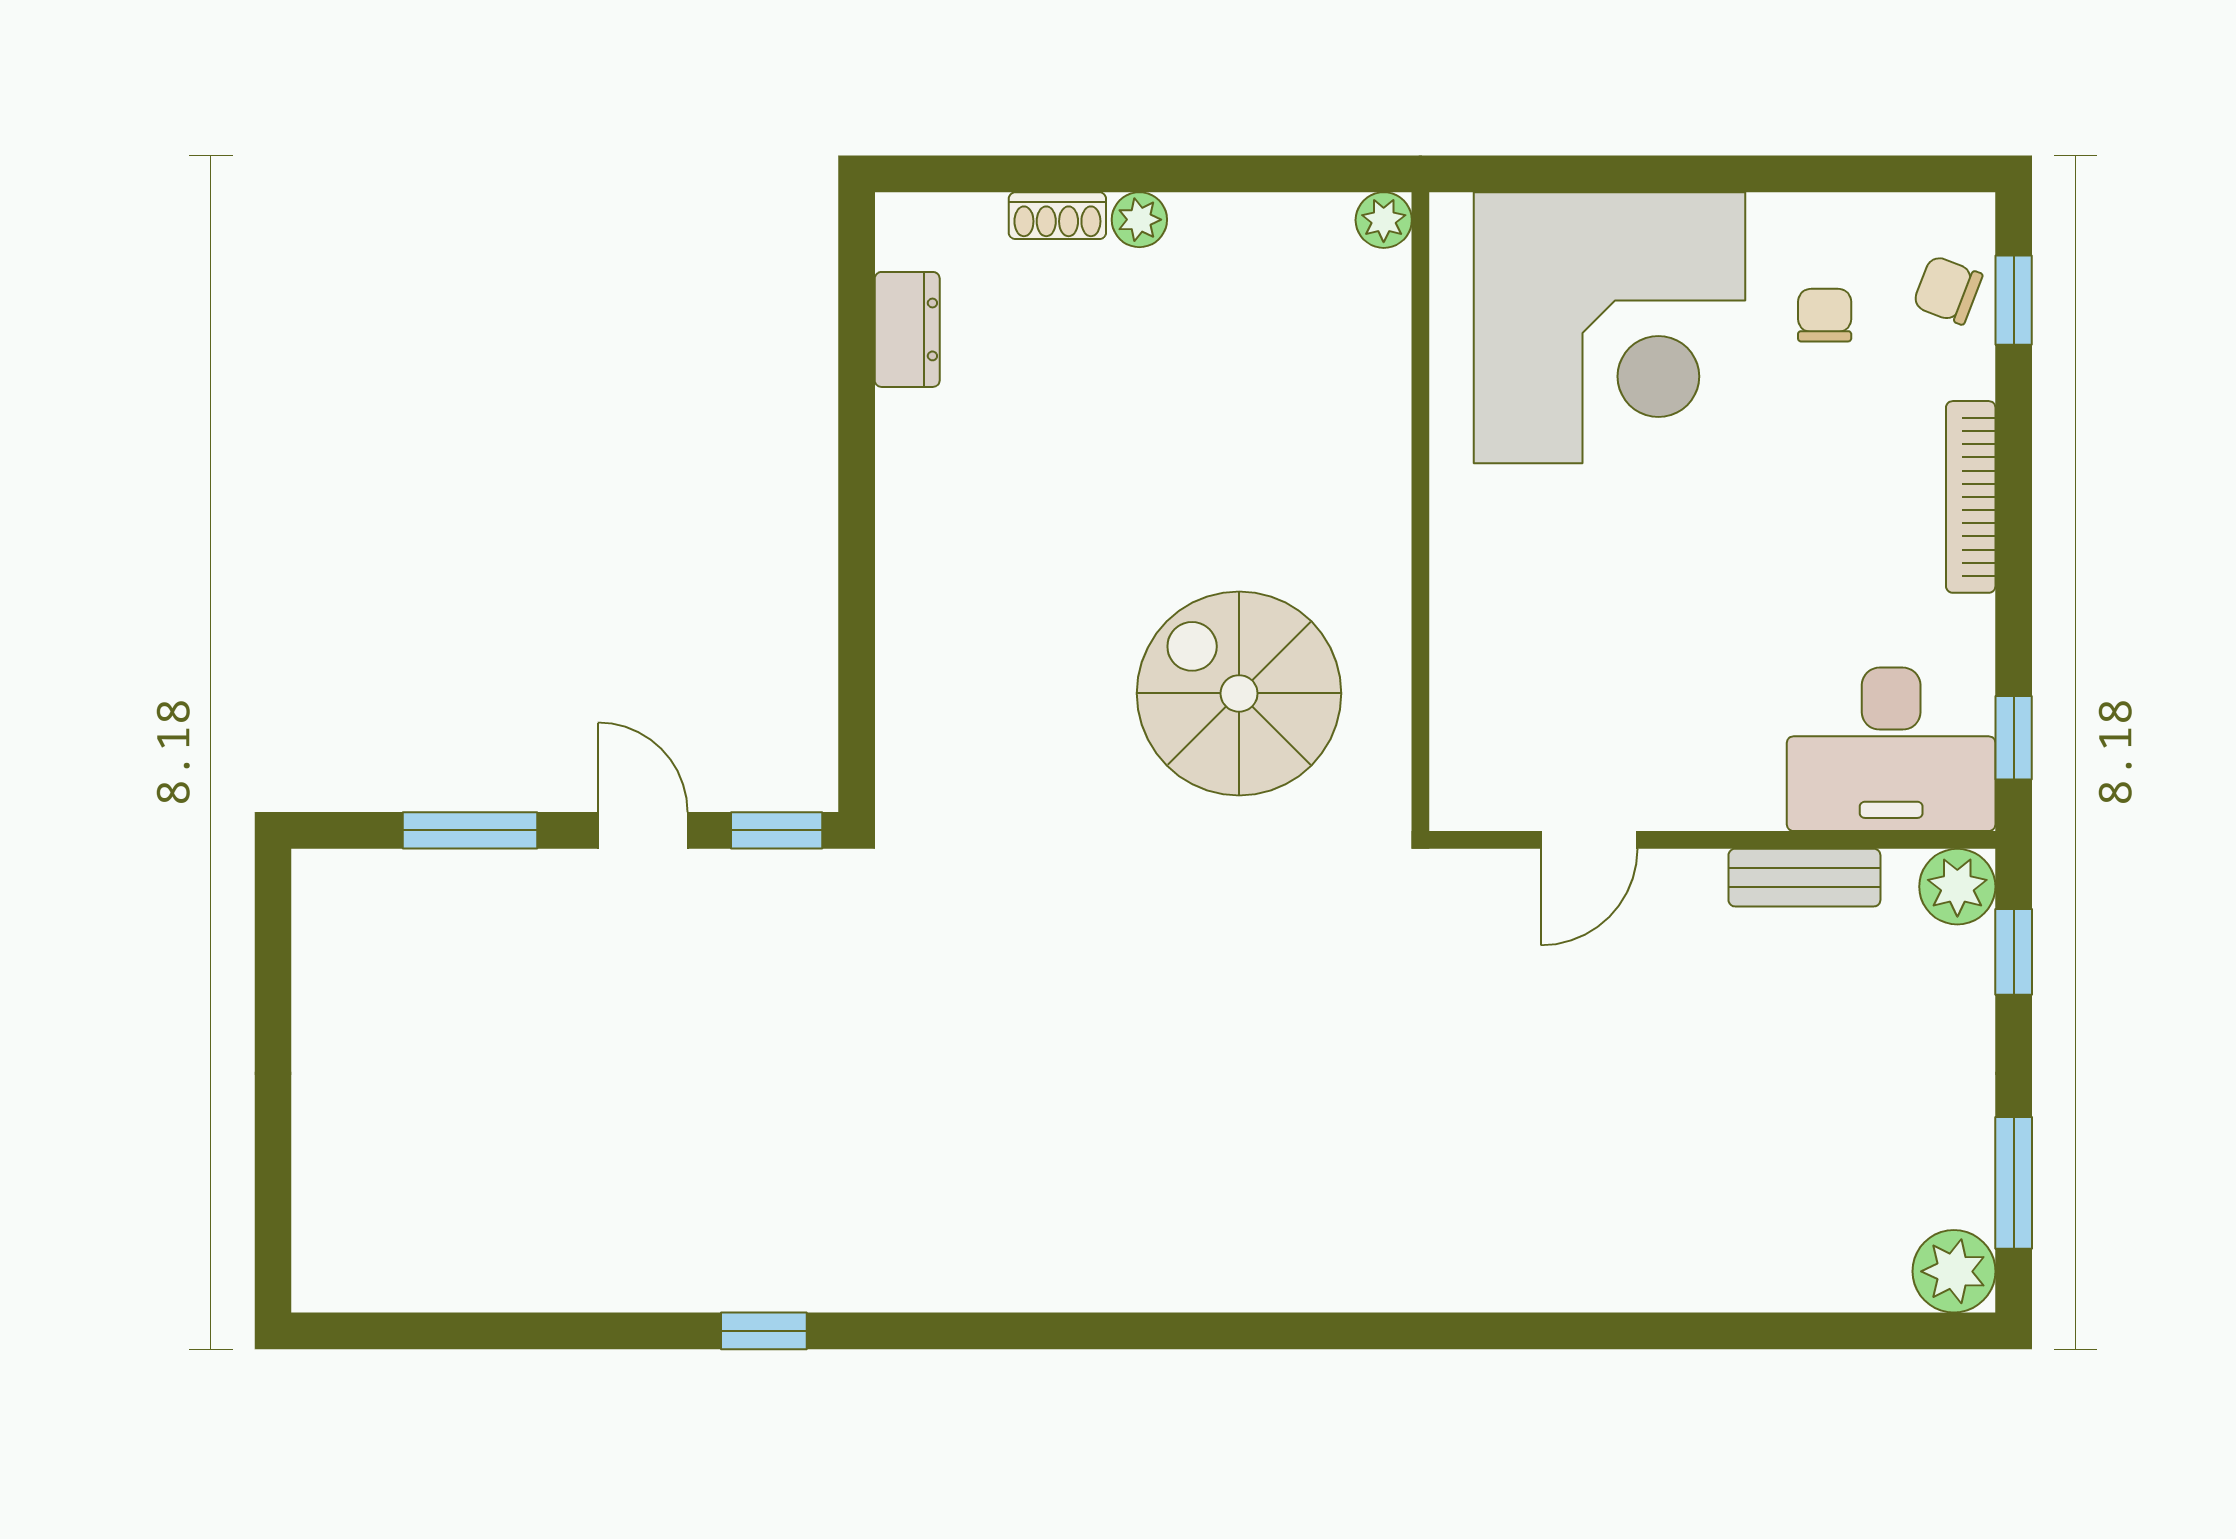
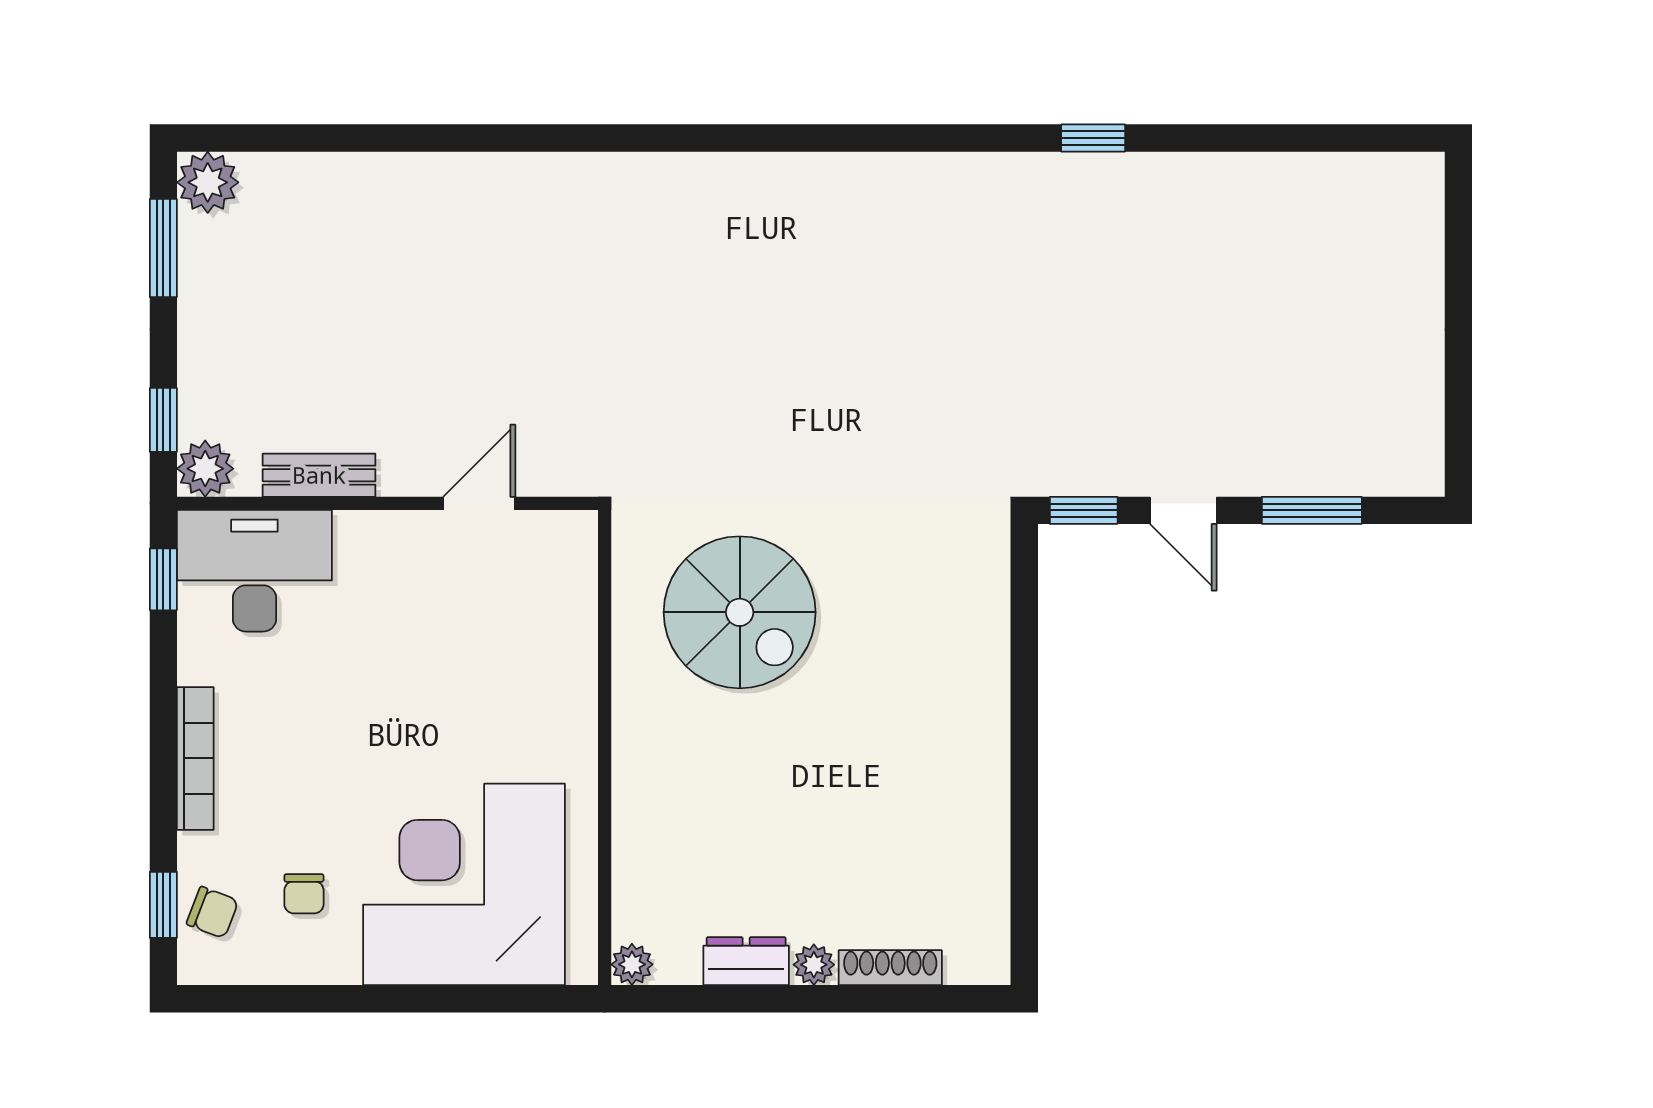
shoe rack: (1057, 216) -> (890, 968), width x1.43
dresser: (907, 329) -> (746, 961), moved, turned 90

